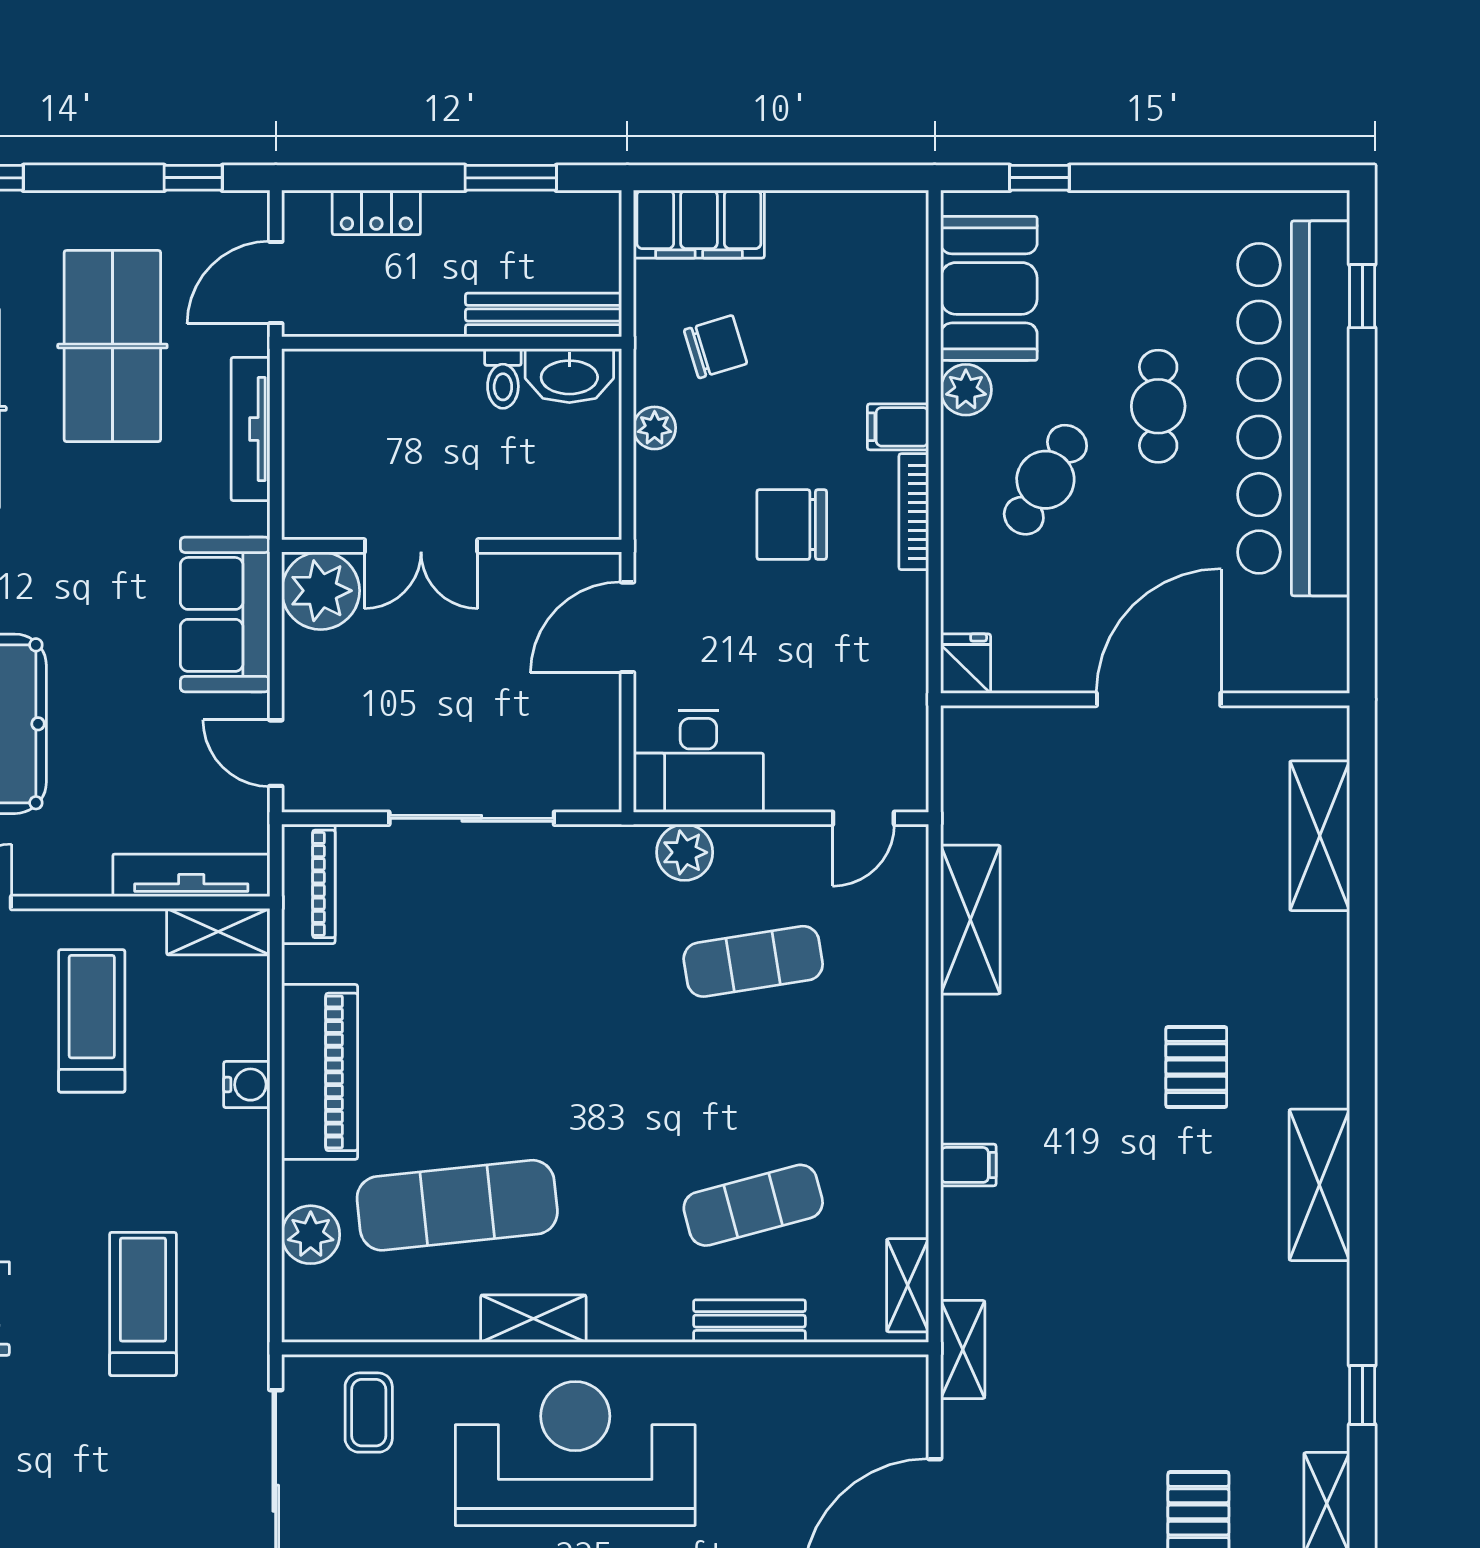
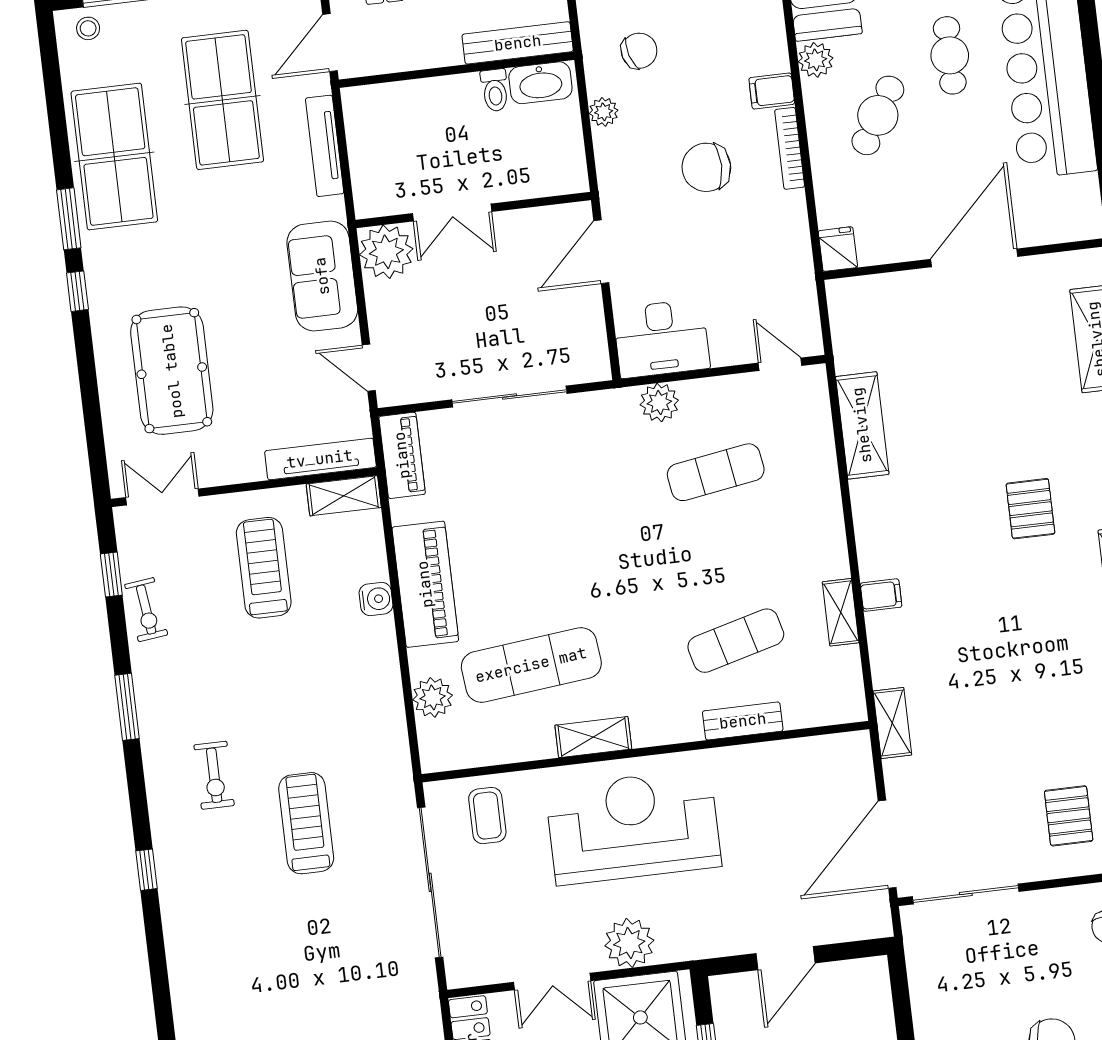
door: (863, 818) -> (780, 364), swing flipped
shelving: (908, 1285) -> (841, 612), moved
treadmill: (143, 1304) -> (306, 823), moved

